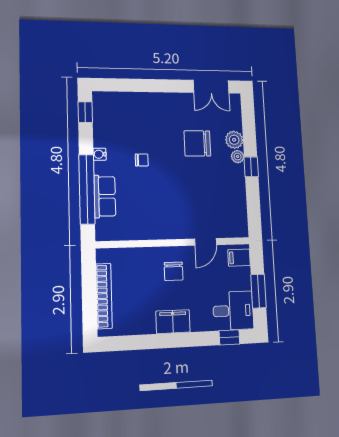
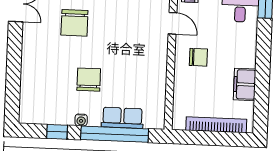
window: (85, 112) -> (57, 132), moved
chair: (142, 160) -> (89, 80), width x1.87, depth x1.87
filing cabinet: (173, 322) -> (245, 84), moved

